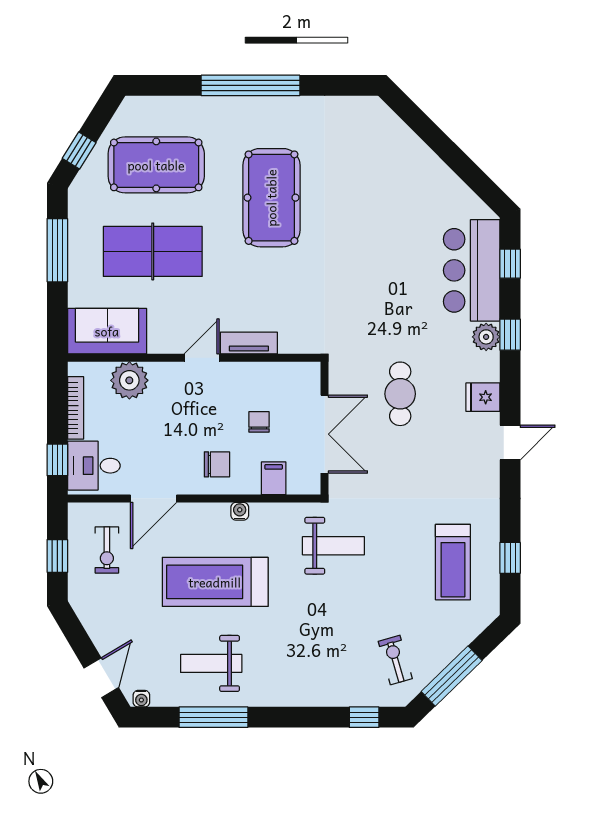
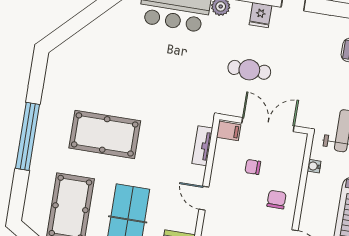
tv unit: (249, 343) -> (202, 146), moved
filing cabinet: (274, 478) -> (229, 131), moved, turned 180
water cooler: (240, 511) -> (314, 166), moved

